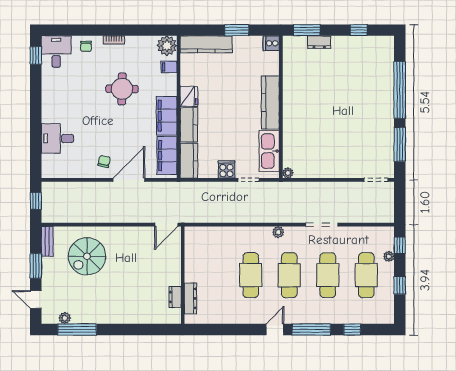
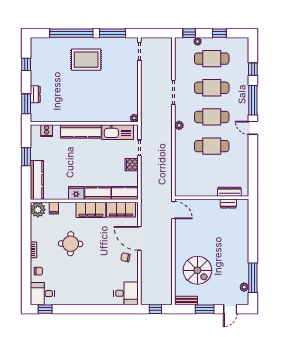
cooker: (271, 43) -> (47, 131), moved
rug: (365, 109) -> (86, 60), added
desk: (58, 138) -> (126, 293), moved, turned -90

